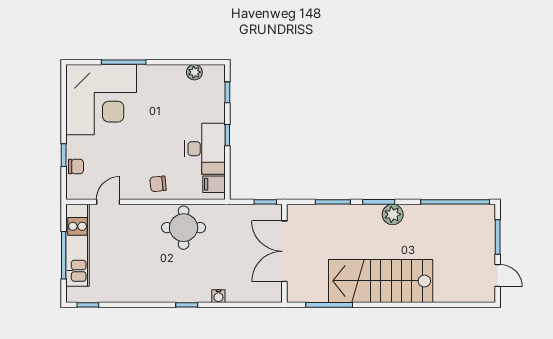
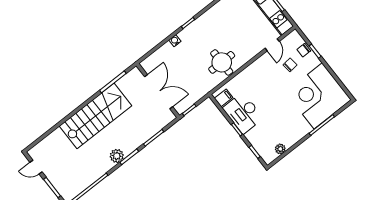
chair: (158, 184) -> (290, 65), moved

